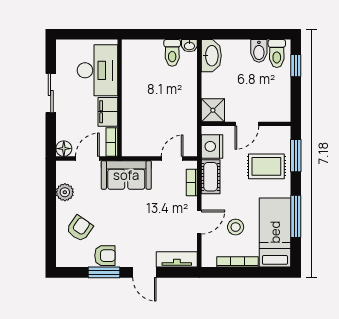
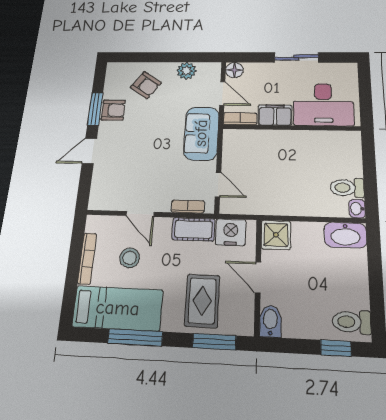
bidet: (259, 51) -> (270, 321), moved, turned 90
armchair: (105, 256) -> (113, 110), turned -90
tv unit: (177, 259) -> (99, 187), removed

